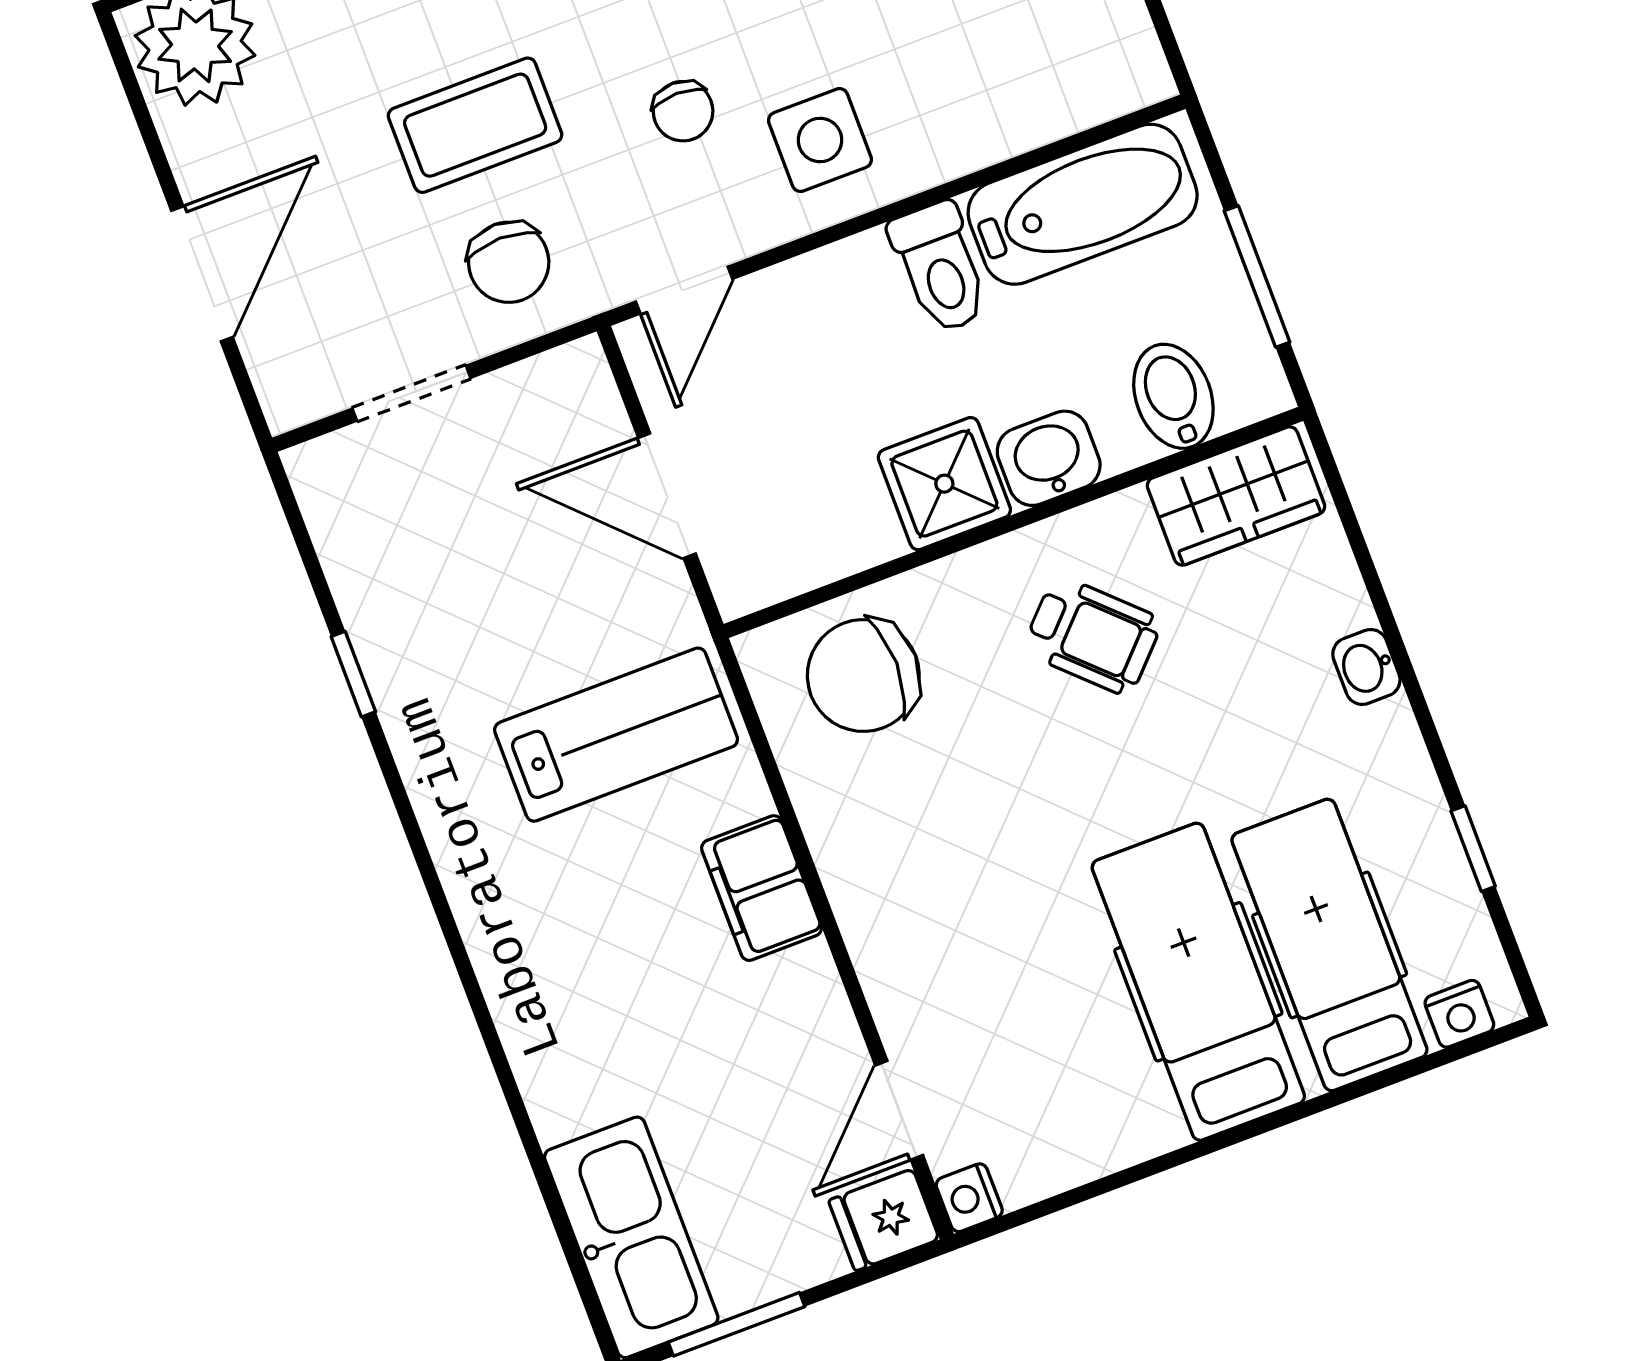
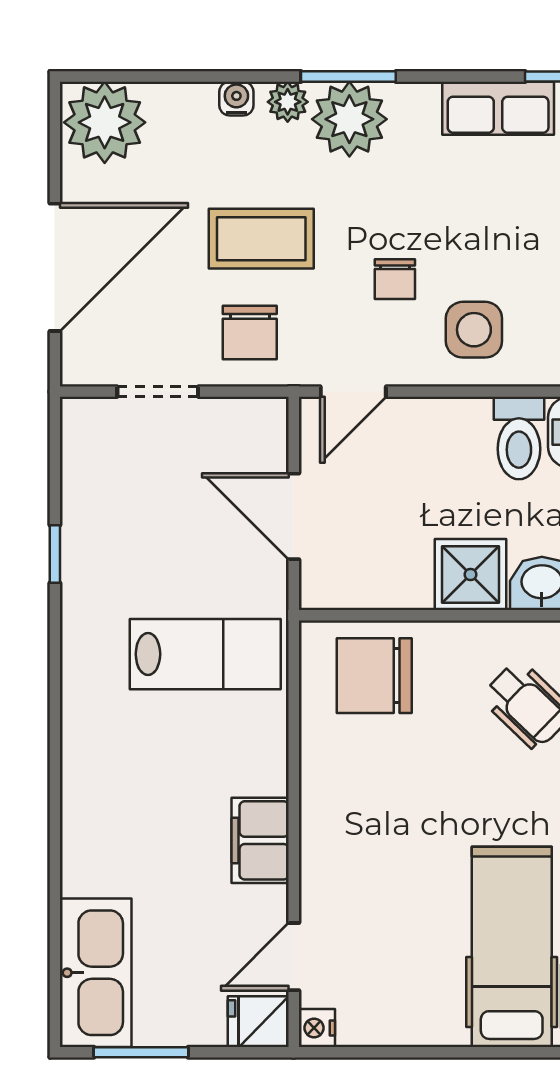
door: (202, 274) -> (55, 267), width x1.36
filing cabinet: (762, 888) -> (260, 840), moved

